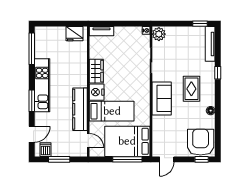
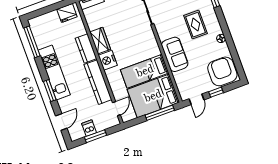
kitchen counter: (80, 74) -> (86, 48), added
sofa: (162, 98) -> (175, 54), moved
bed: (112, 111) -> (145, 71), moved, turned 180
door: (88, 141) -> (116, 109), hinge flipped
dishwasher: (45, 150) -> (89, 128), moved
window: (202, 159) -> (216, 92), moved

